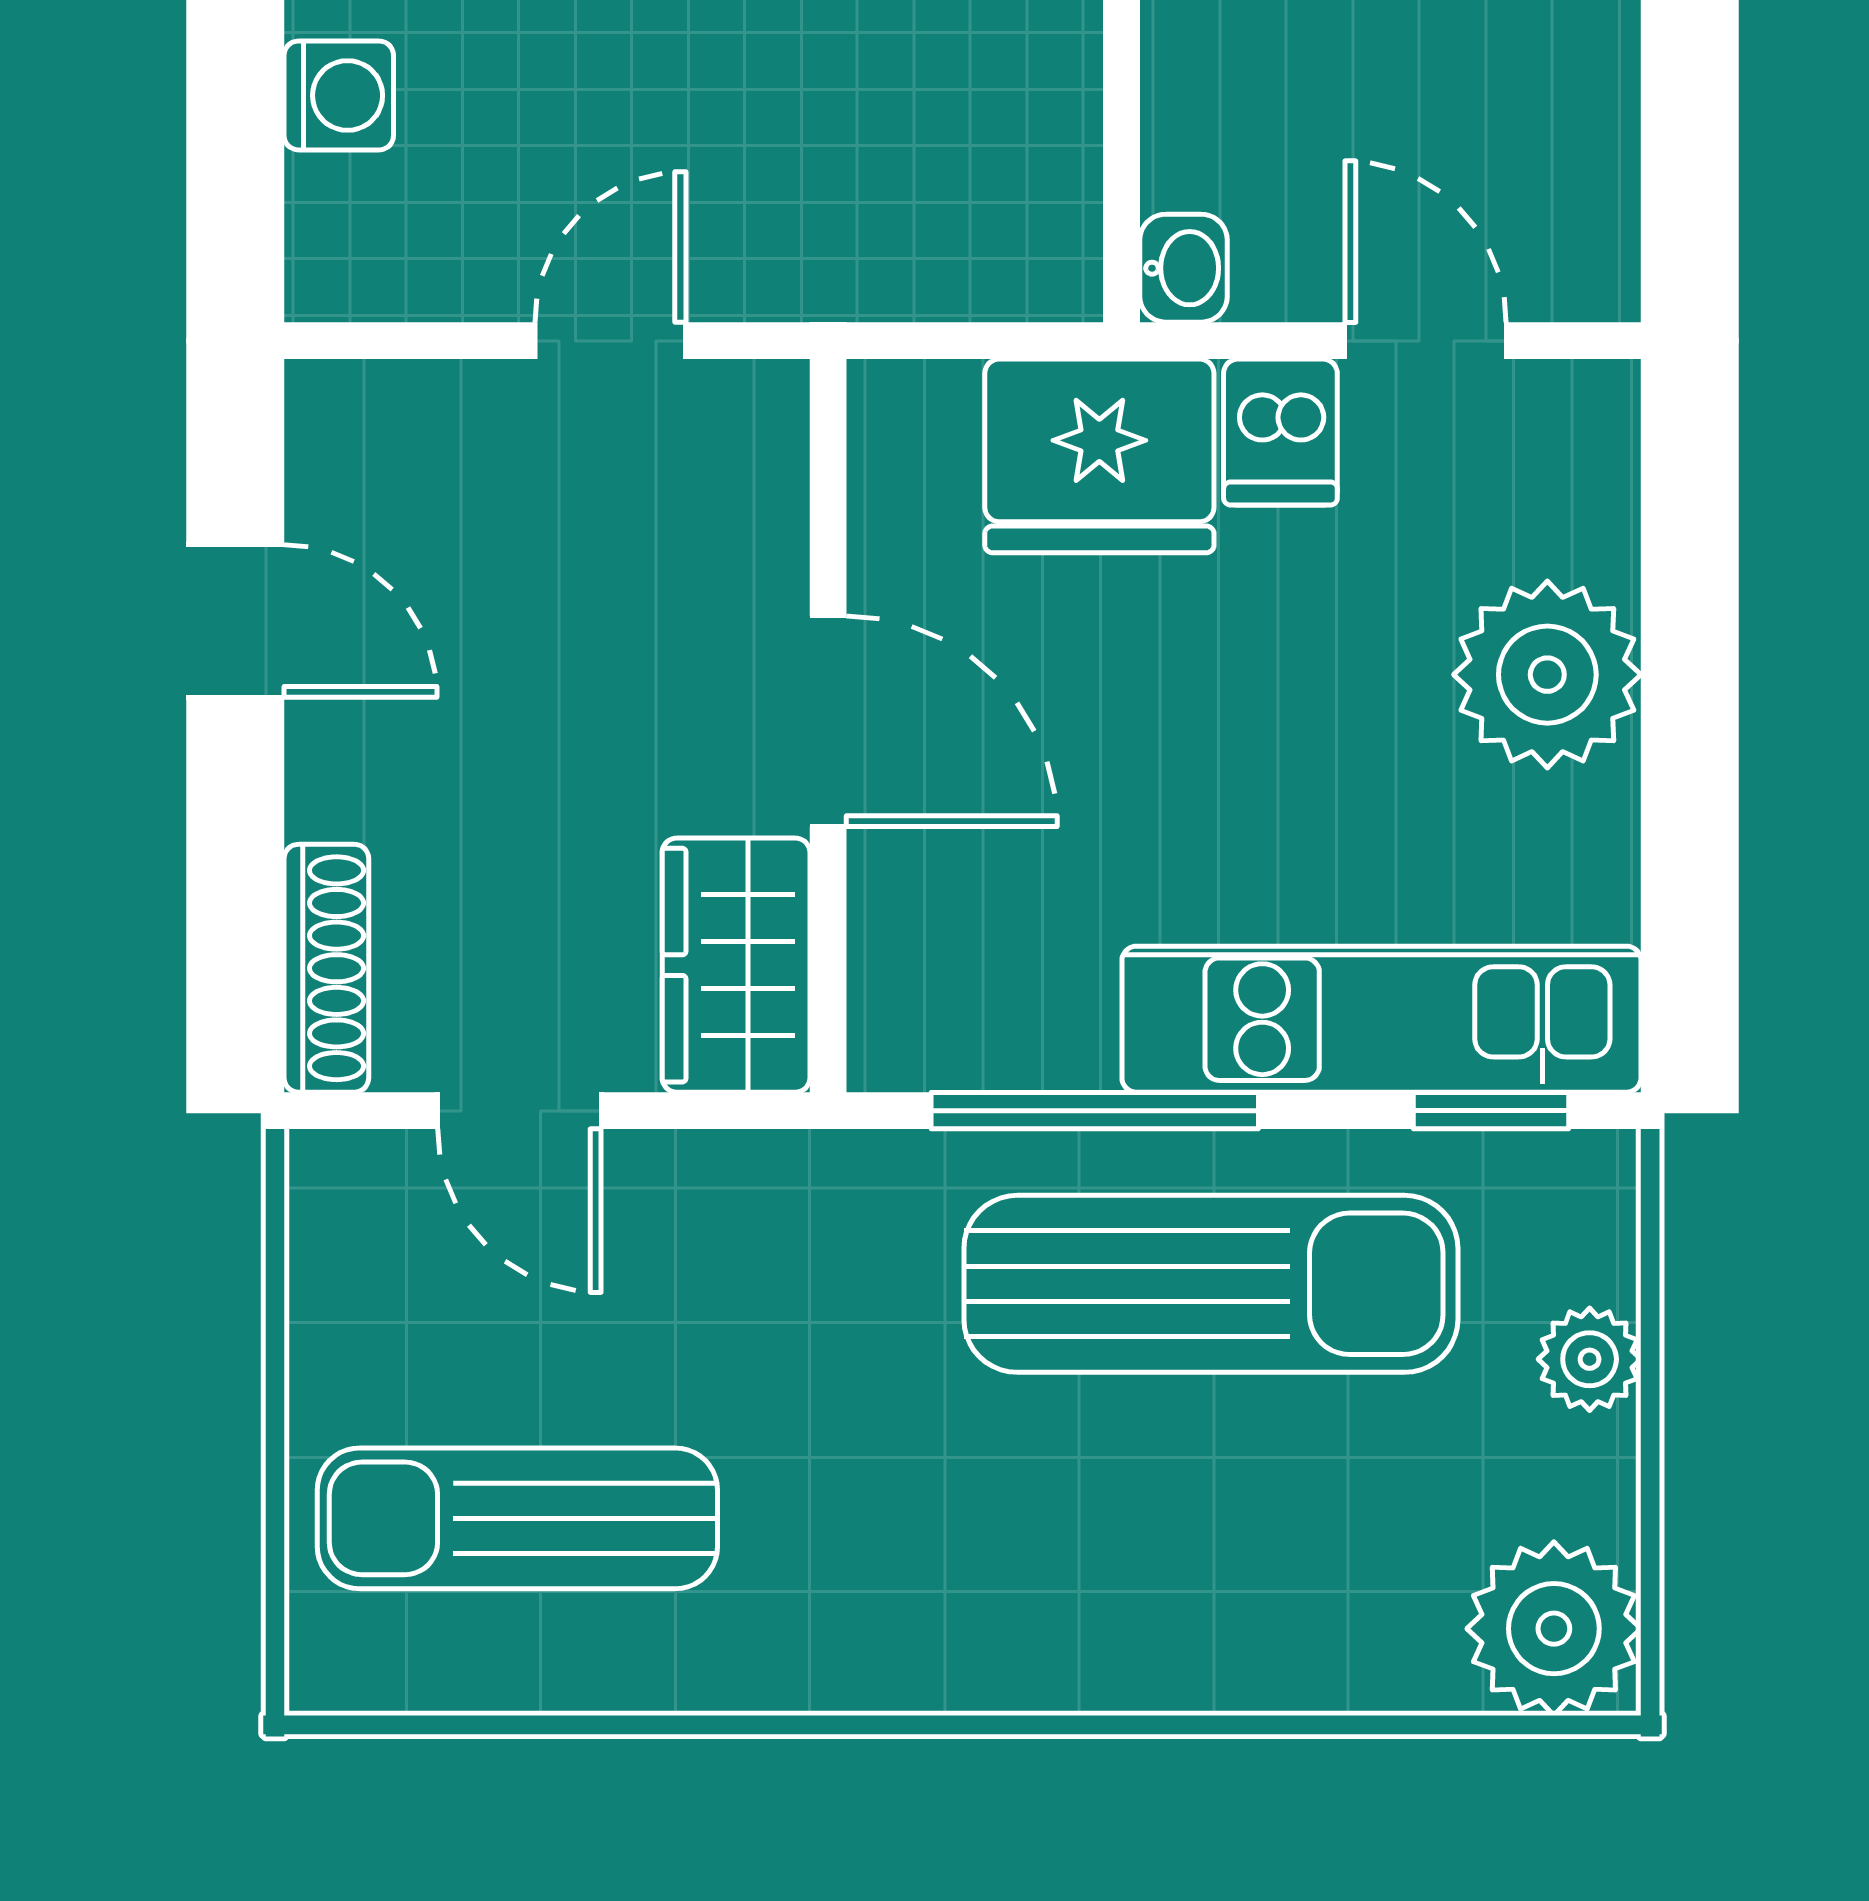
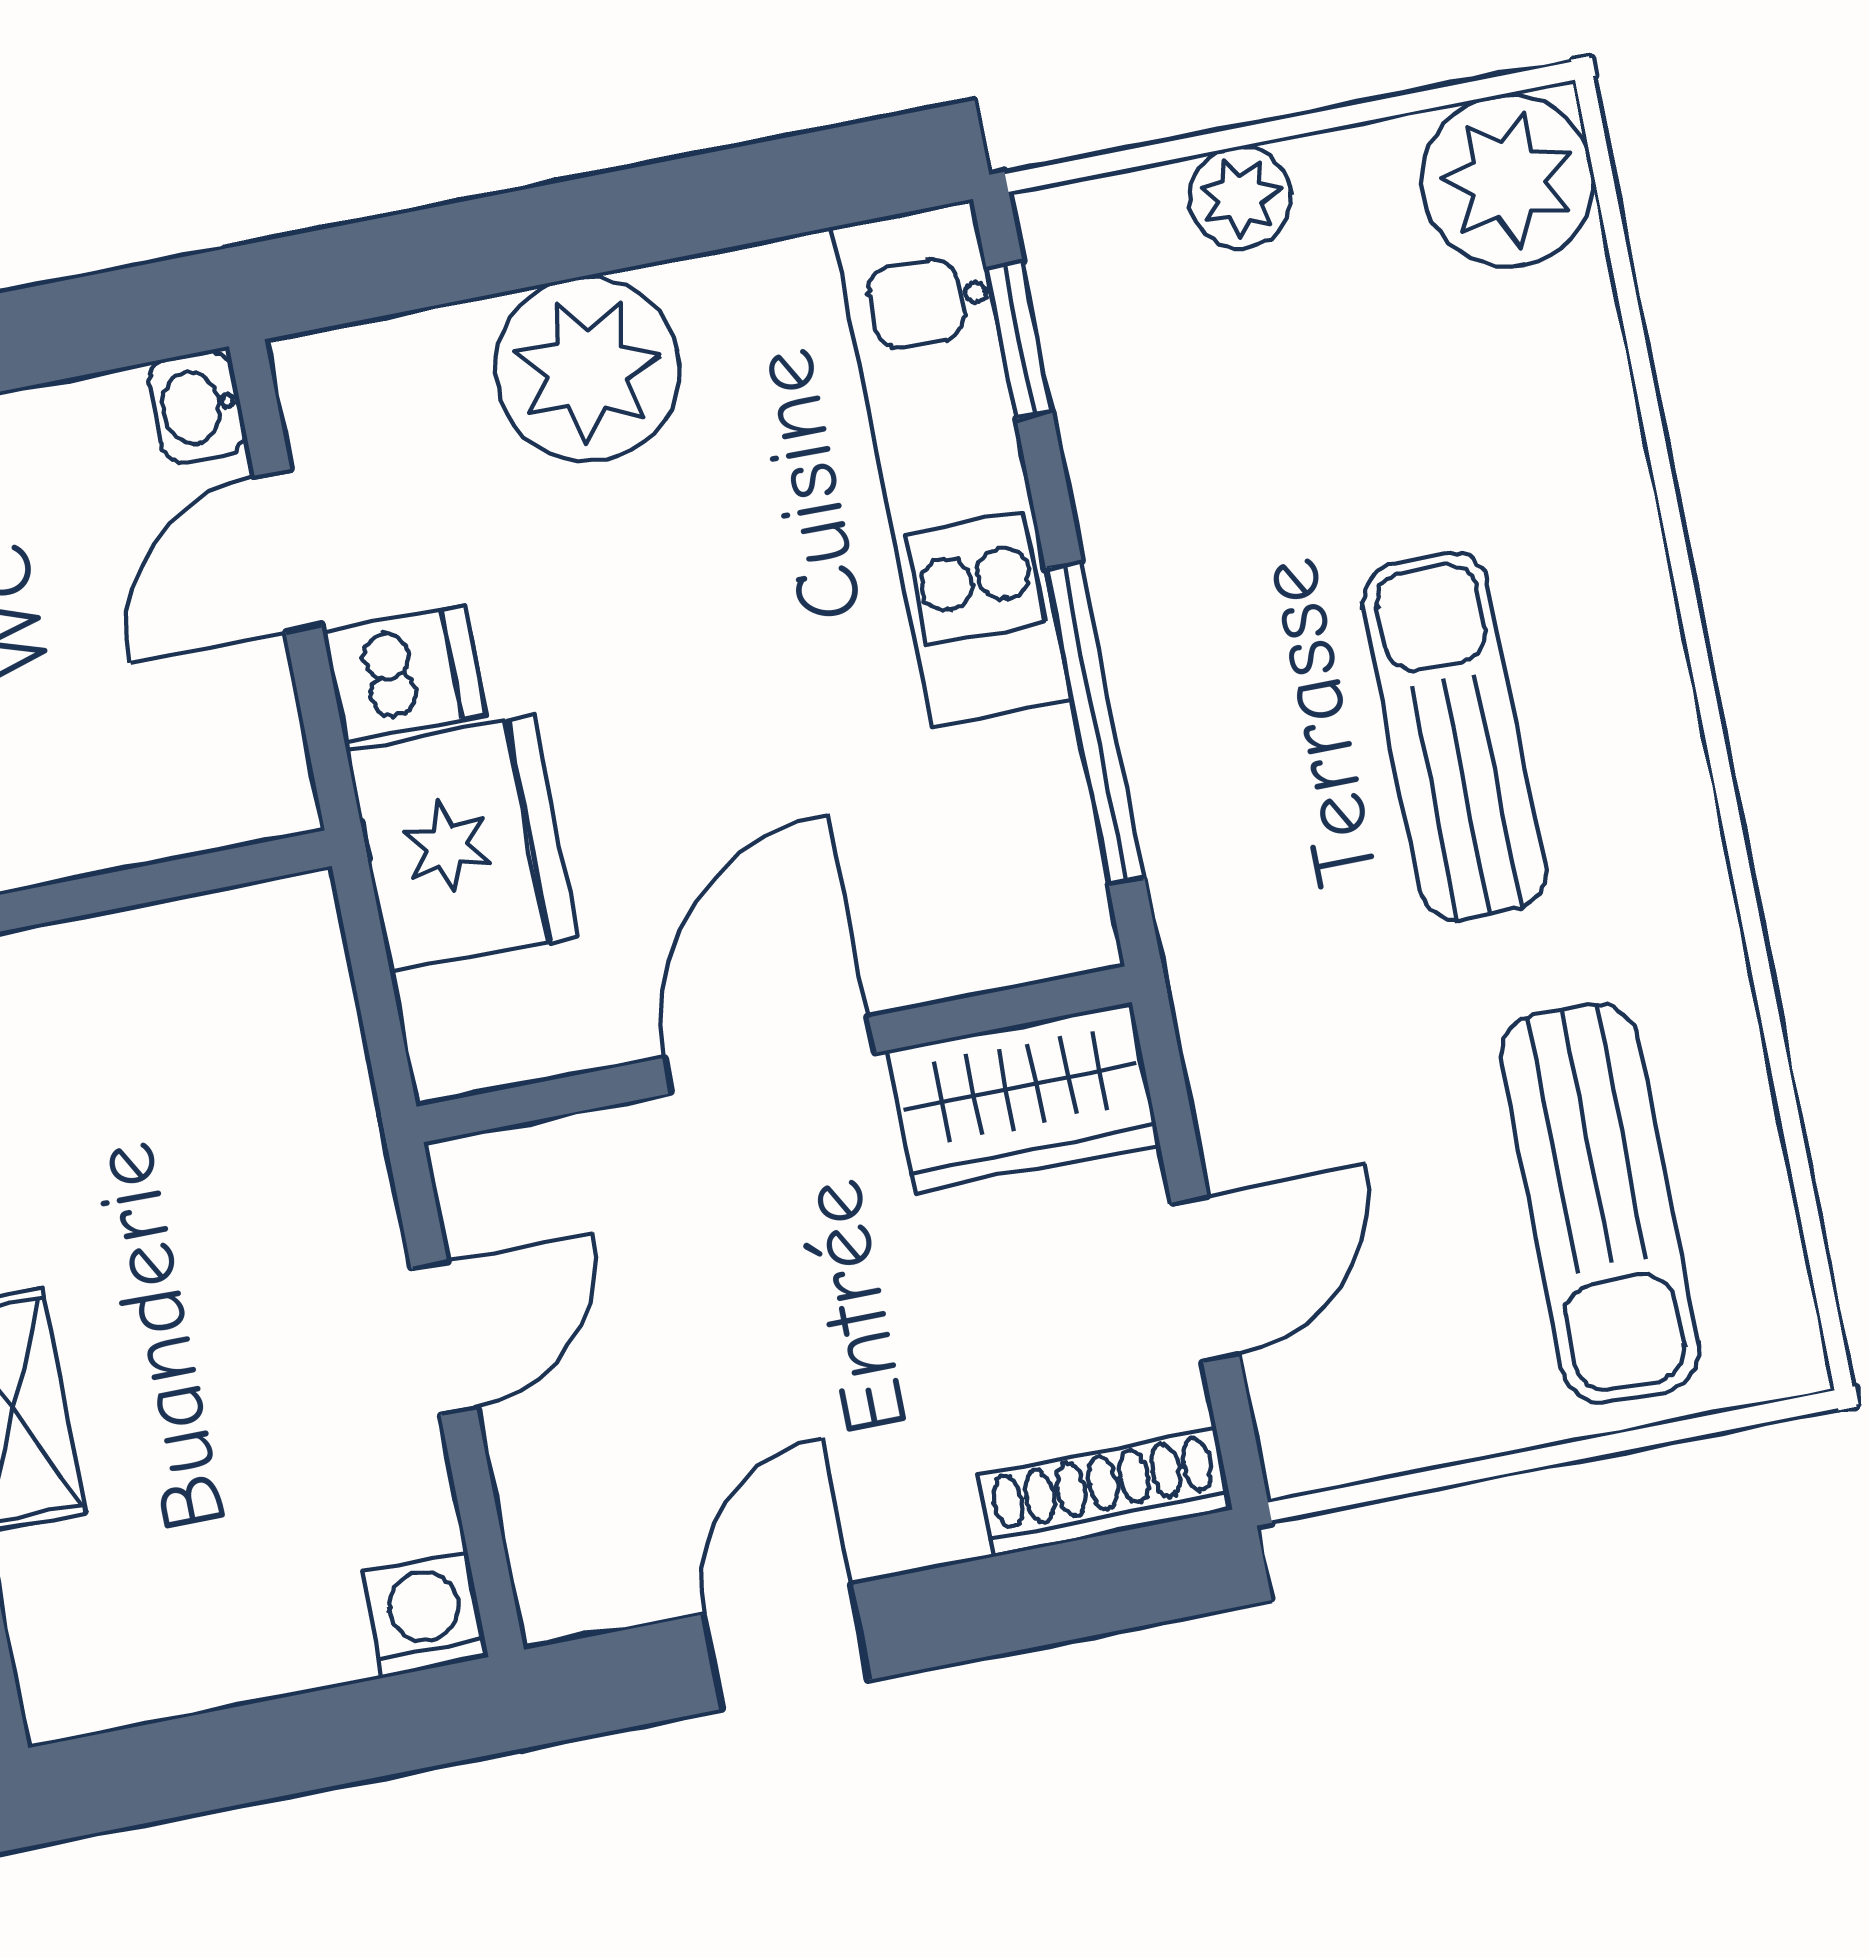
washing machine: (339, 95) -> (425, 1615), moved
washbasin: (1184, 268) -> (197, 407), moved, turned -90
door: (610, 341) -> (444, 1338), swing flipped
sun lounger: (1211, 1284) -> (1454, 737), moved, width x0.73, depth x0.75

